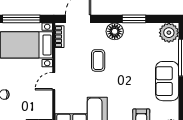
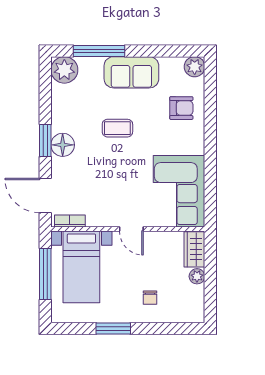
window: (134, 19) -> (45, 140), moved
coffee table: (98, 60) -> (117, 128), moved

